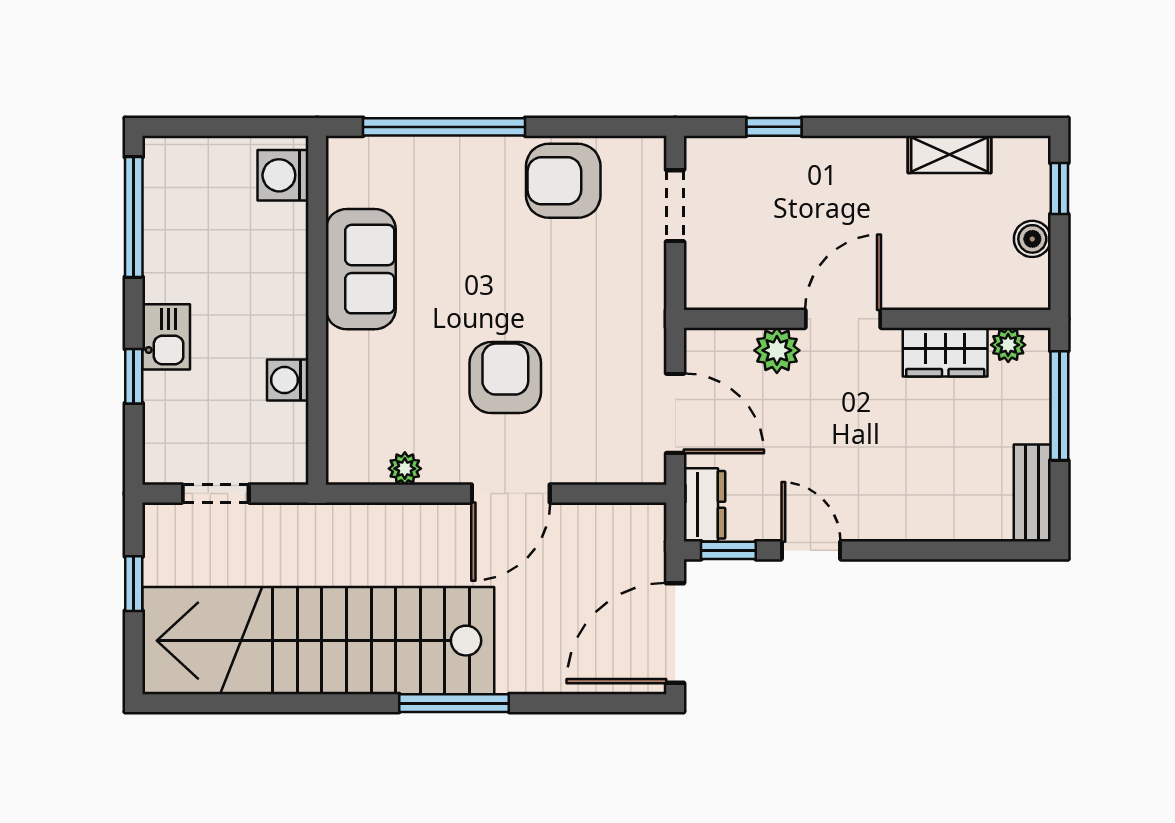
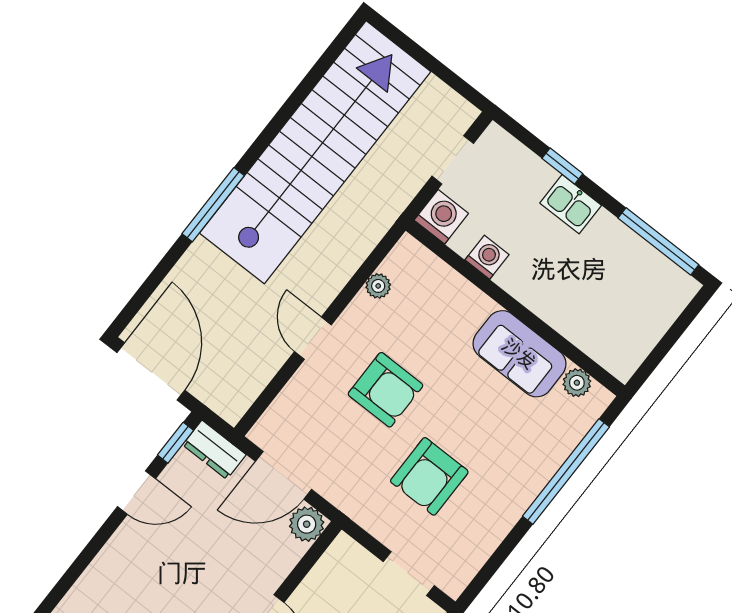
washing machine: (283, 175) -> (441, 217), moved
armchair: (563, 181) -> (429, 476), moved, turned 180
plant: (344, 187) -> (577, 383), added
plant: (777, 350) -> (307, 524), moved
door: (511, 494) -> (313, 338), width x0.73
window: (134, 584) -> (437, 68), removed

